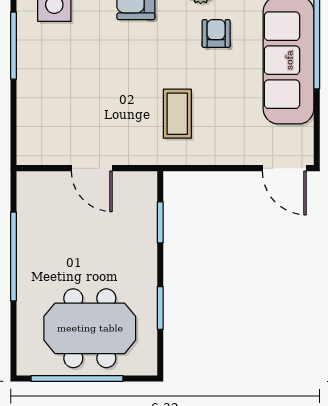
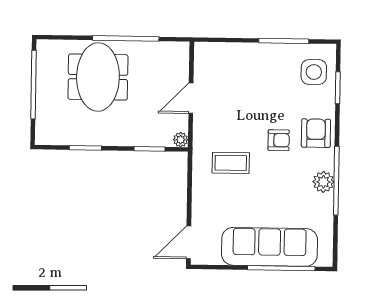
armchair: (216, 33) -> (279, 140), moved
plant: (147, 181) -> (181, 140), added
meeting table: (90, 328) -> (98, 77), moved

